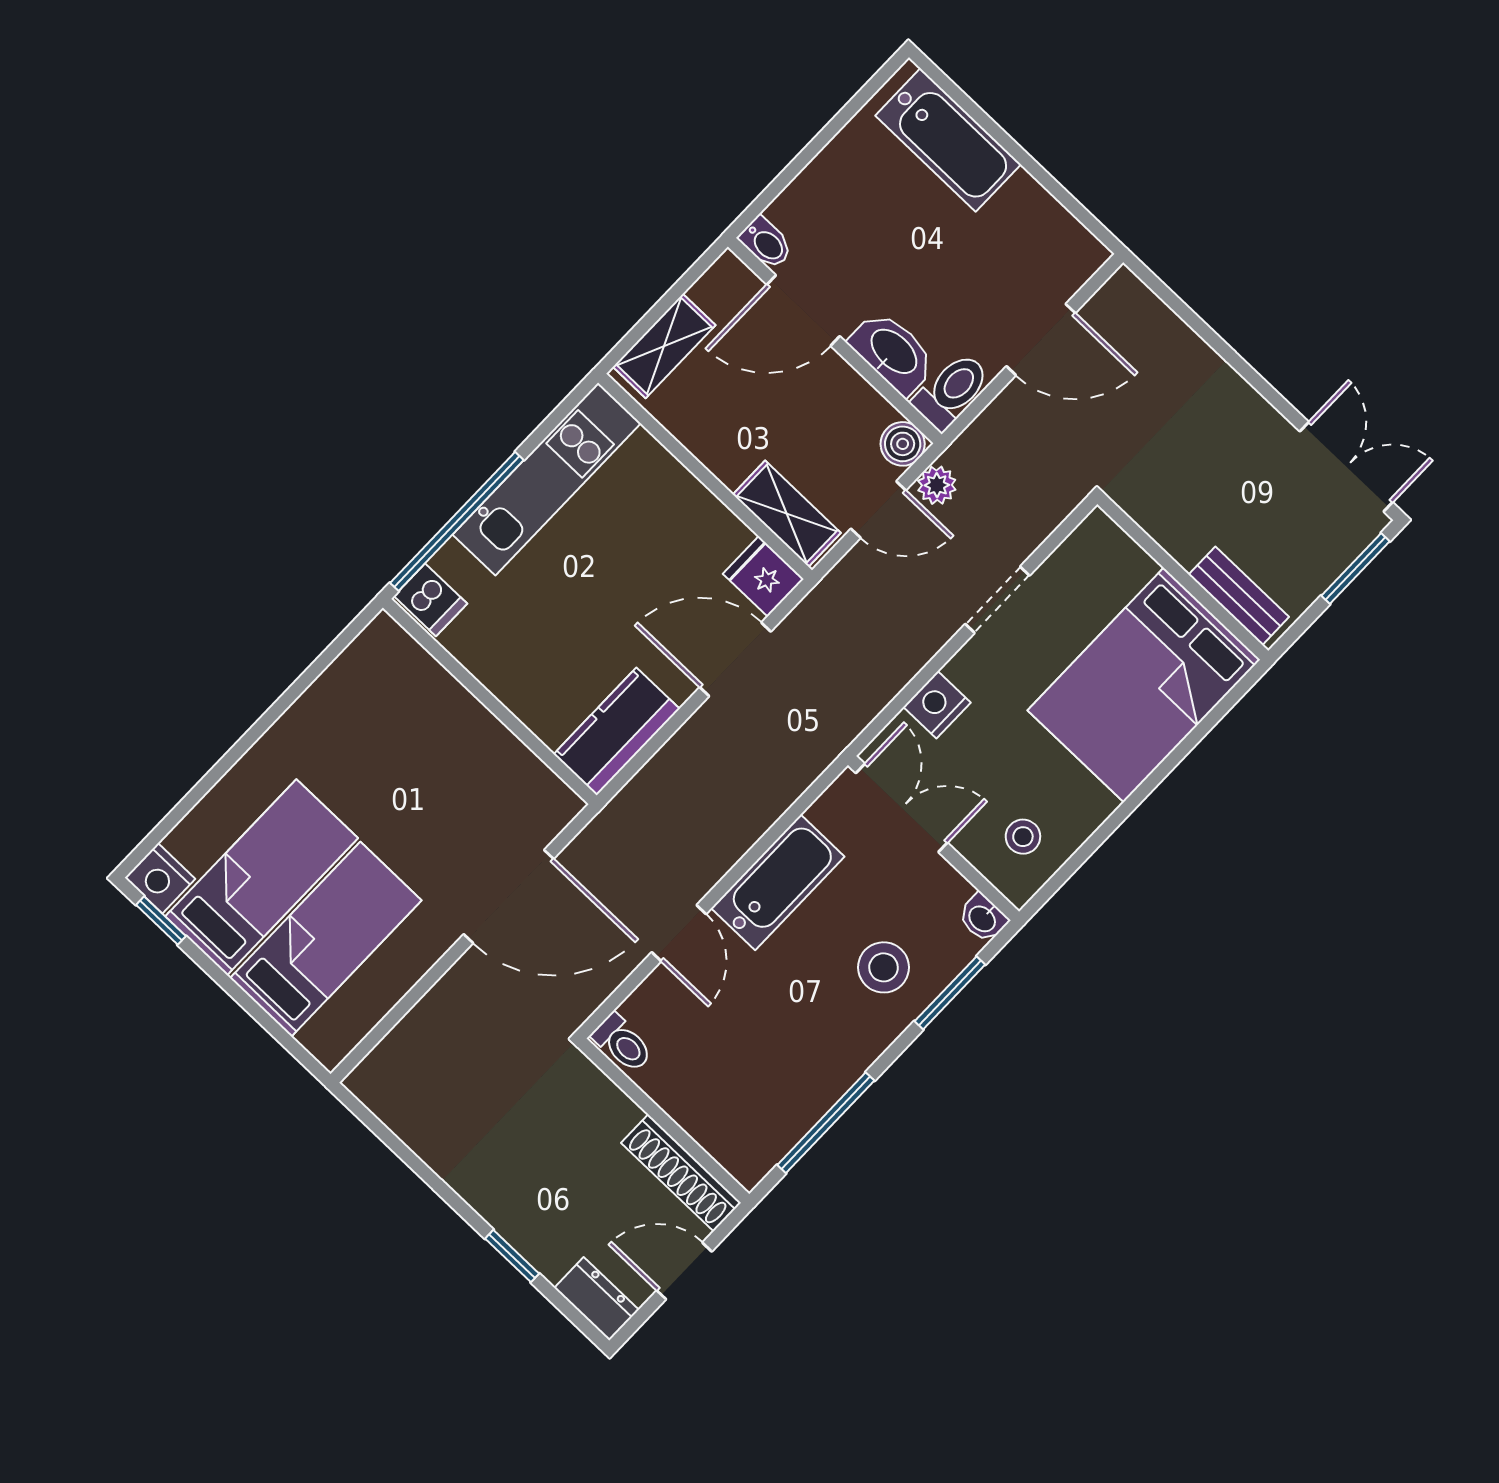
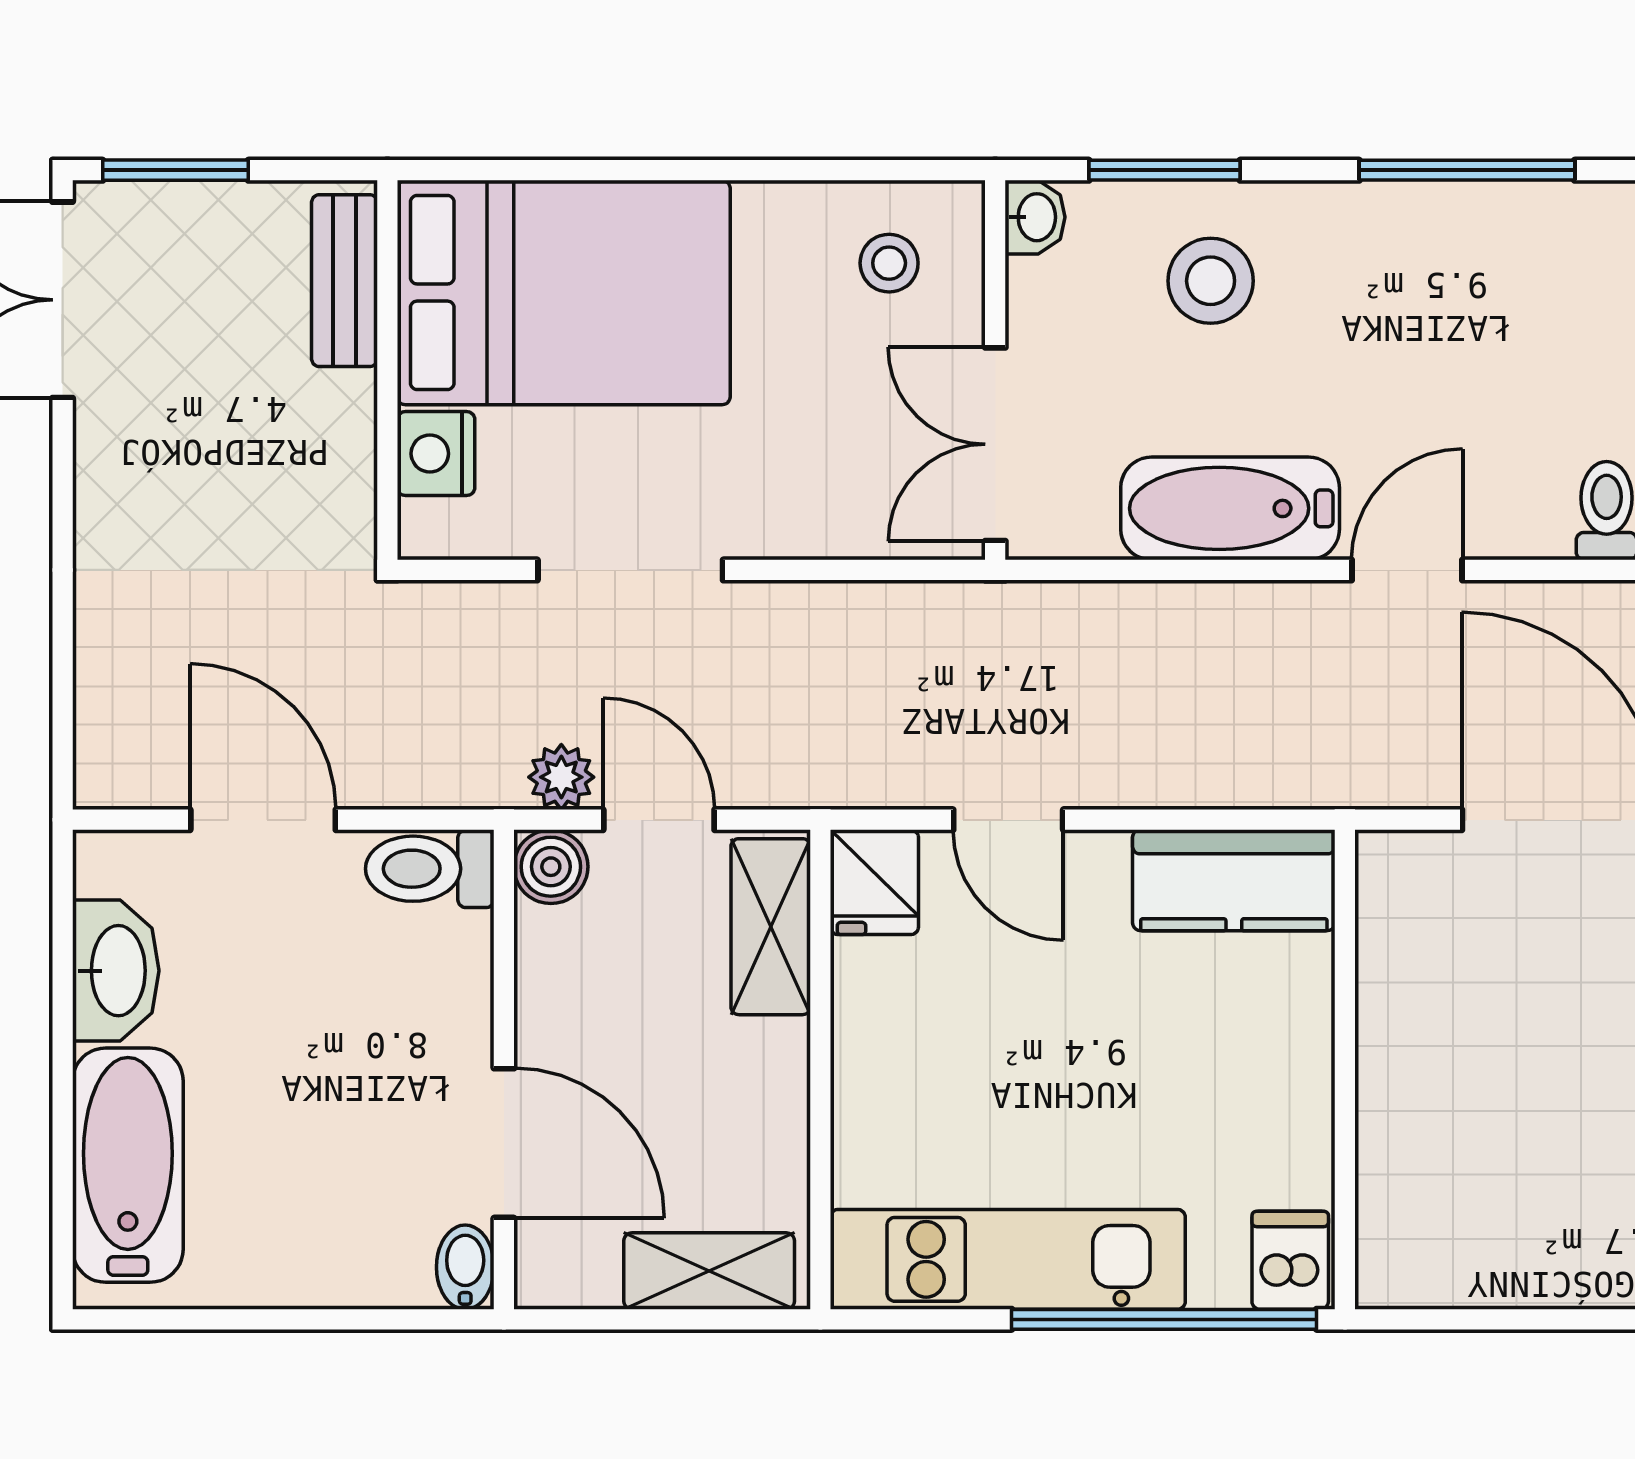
washbasin: (893, 352) -> (116, 971), moved, turned 180
doorway: (997, 600) -> (630, 570), width x1.38
door: (735, 659) -> (1008, 820), width x0.73
nightstand: (937, 705) -> (436, 454), moved, turned 90

